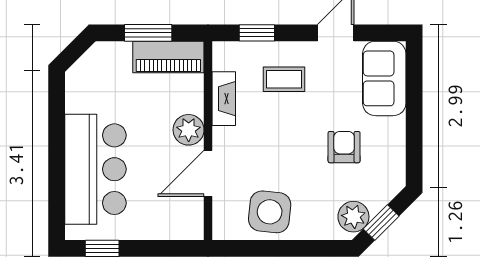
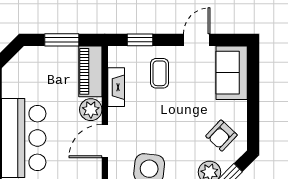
piano: (168, 57) -> (90, 71), moved, turned 90
coffee table: (284, 79) -> (160, 73), turned 90
armchair: (344, 147) -> (221, 136), moved, turned -137

